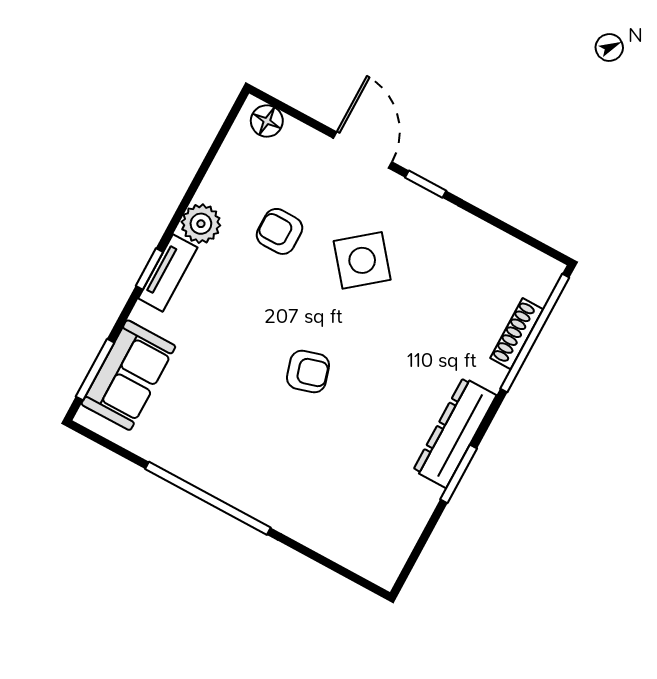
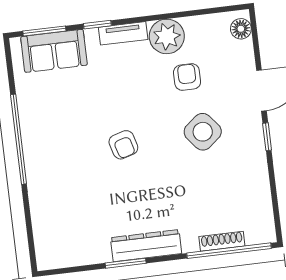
plant: (201, 224) -> (167, 36), width x1.36, depth x1.36
window: (149, 269) -> (97, 25), moved

